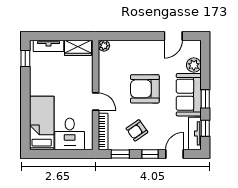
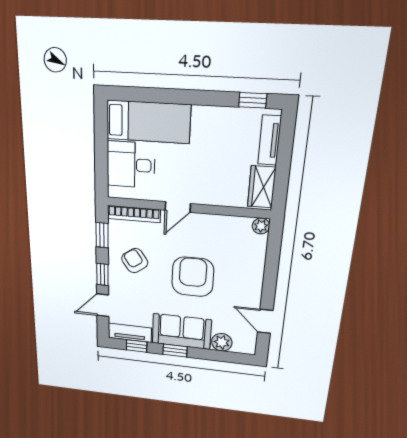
door: (174, 154) -> (103, 305), swing flipped

